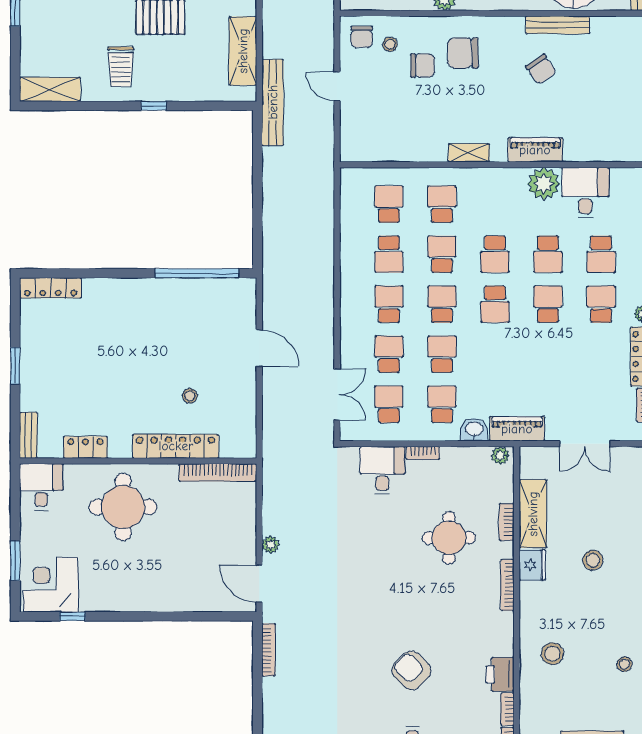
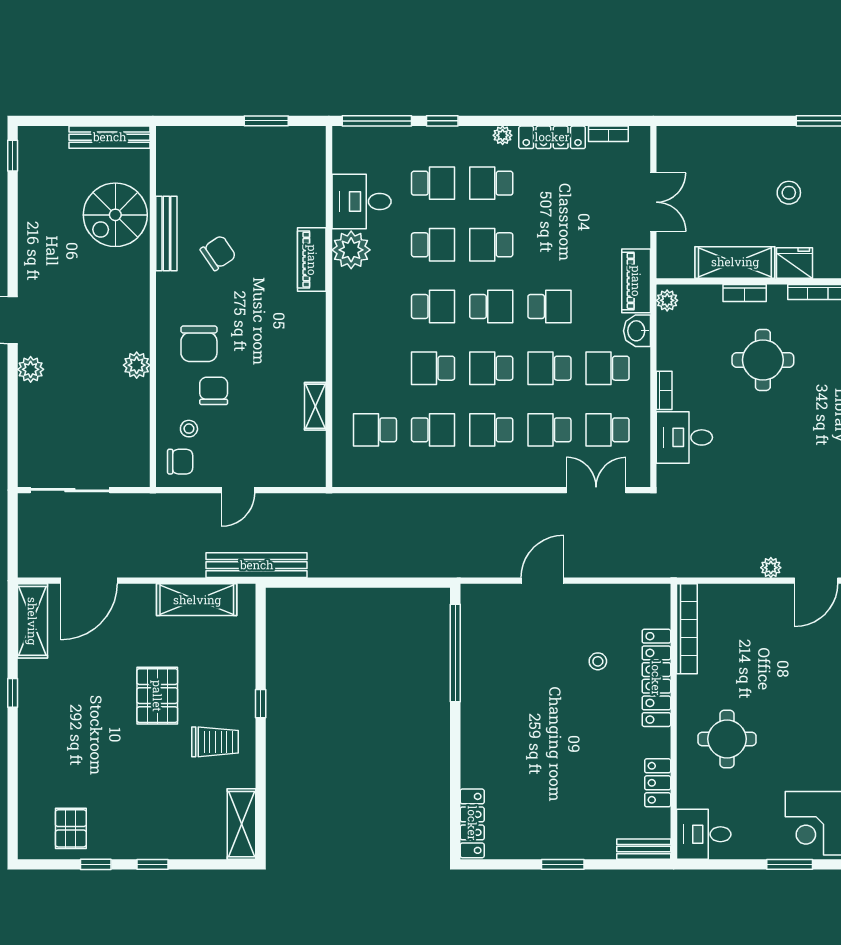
shelving: (469, 153) -> (315, 406), moved
school desk: (442, 204) -> (549, 306), moved, turned 180
round table: (123, 507) -> (727, 739), width x0.73, depth x0.73

